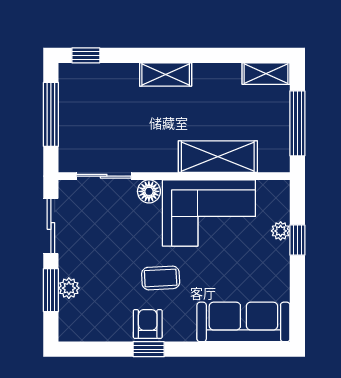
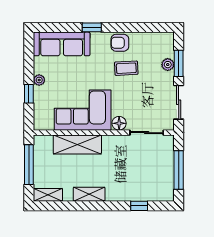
window: (86, 55) -> (139, 206), moved
shelving: (166, 75) -> (89, 194), moved
plant: (281, 231) -> (39, 80), moved
coffee table: (161, 278) -> (126, 68), moved
armchair: (148, 324) -> (120, 43), turned 90
window: (149, 349) -> (92, 27), moved

